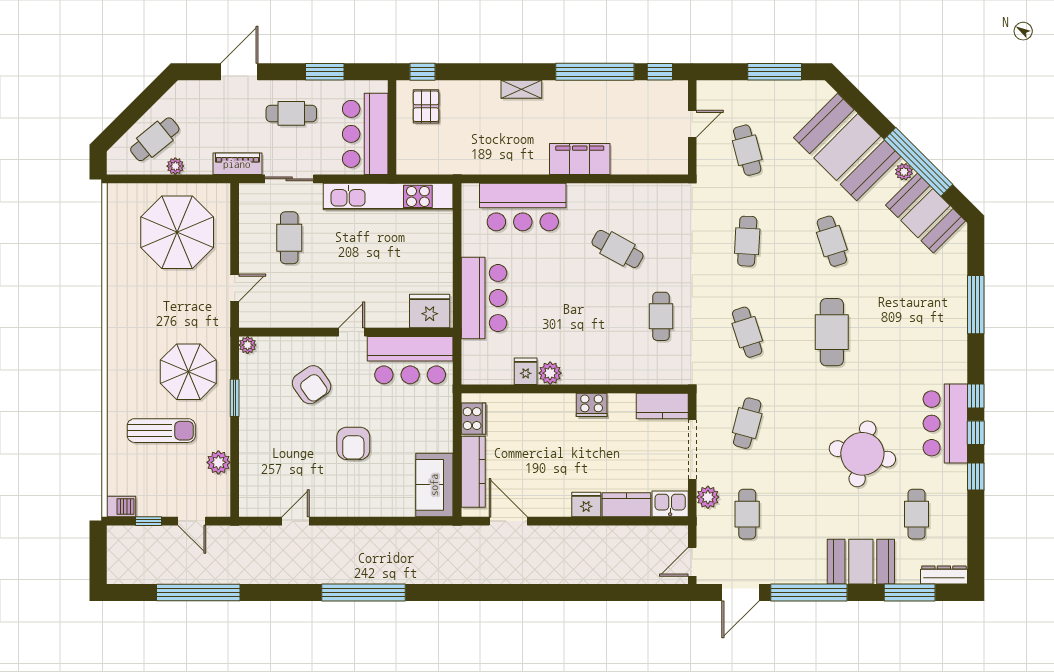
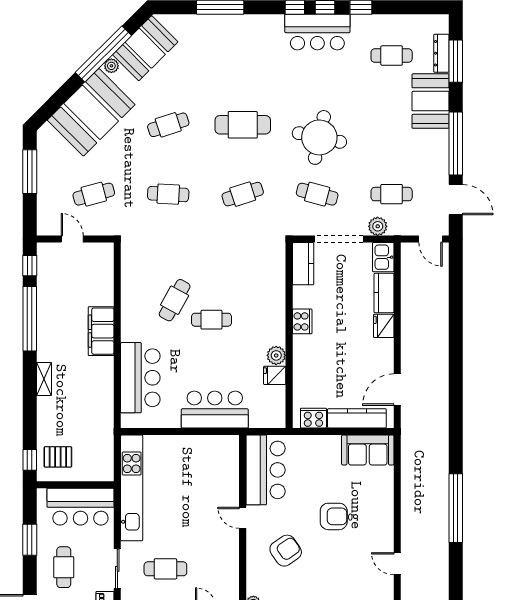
fridge: (430, 311) -> (225, 454), removed
cafe table: (661, 316) -> (211, 320), moved
round table: (862, 454) -> (319, 137), moved
dresser: (944, 575) -> (441, 53), moved

